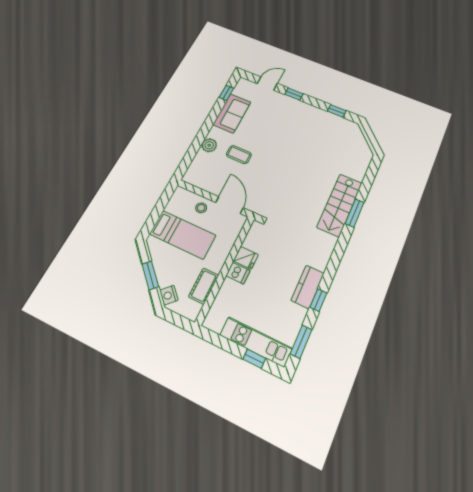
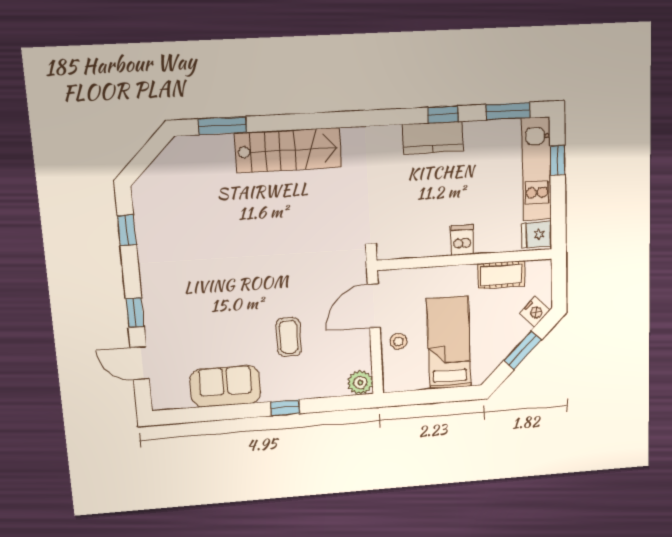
window: (226, 93) -> (285, 408), moved
plant: (209, 145) -> (360, 383), moved
window: (355, 213) -> (222, 126), moved
fridge: (246, 258) -> (537, 234), moved, turned -90

